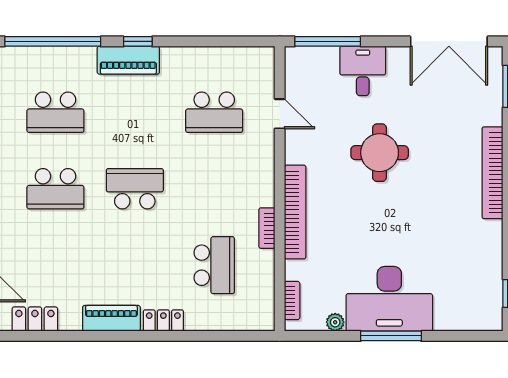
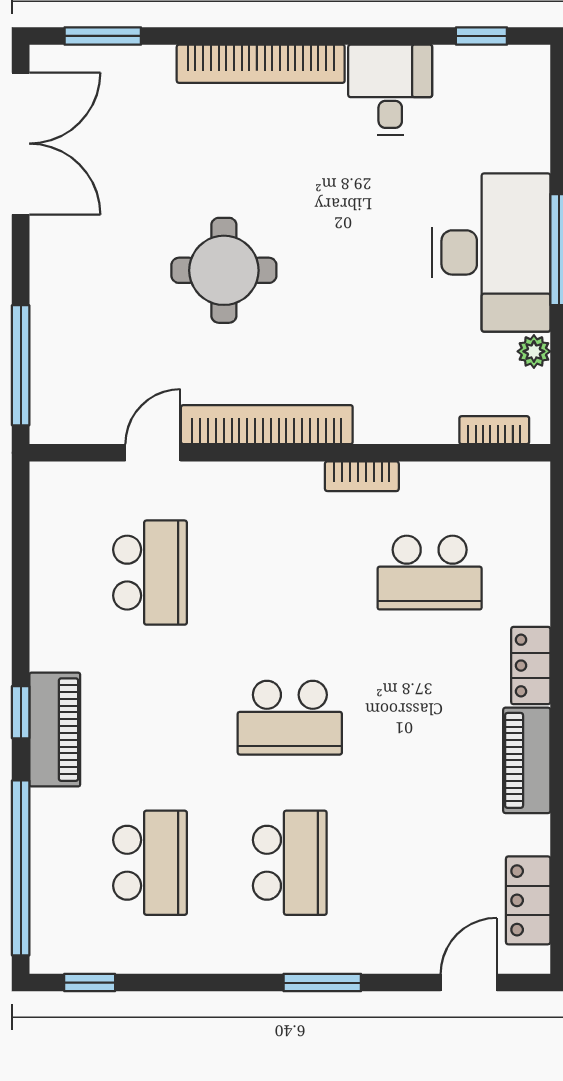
desk: (363, 71) -> (390, 90), moved, turned 90
school desk: (135, 189) -> (290, 718), turned -90
bookcase: (295, 212) -> (267, 425), moved
school desk: (214, 265) -> (430, 573), turned 180

